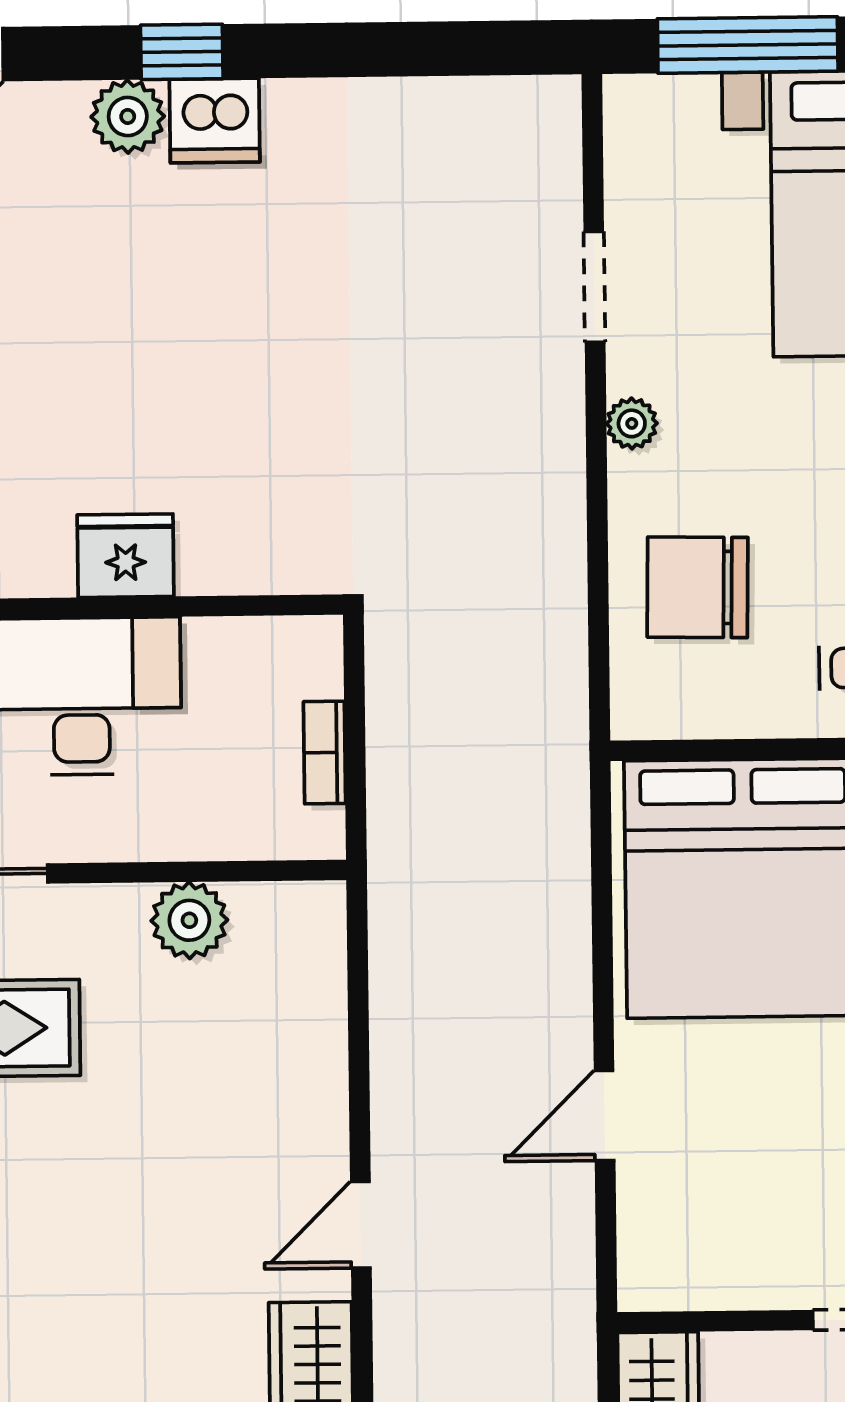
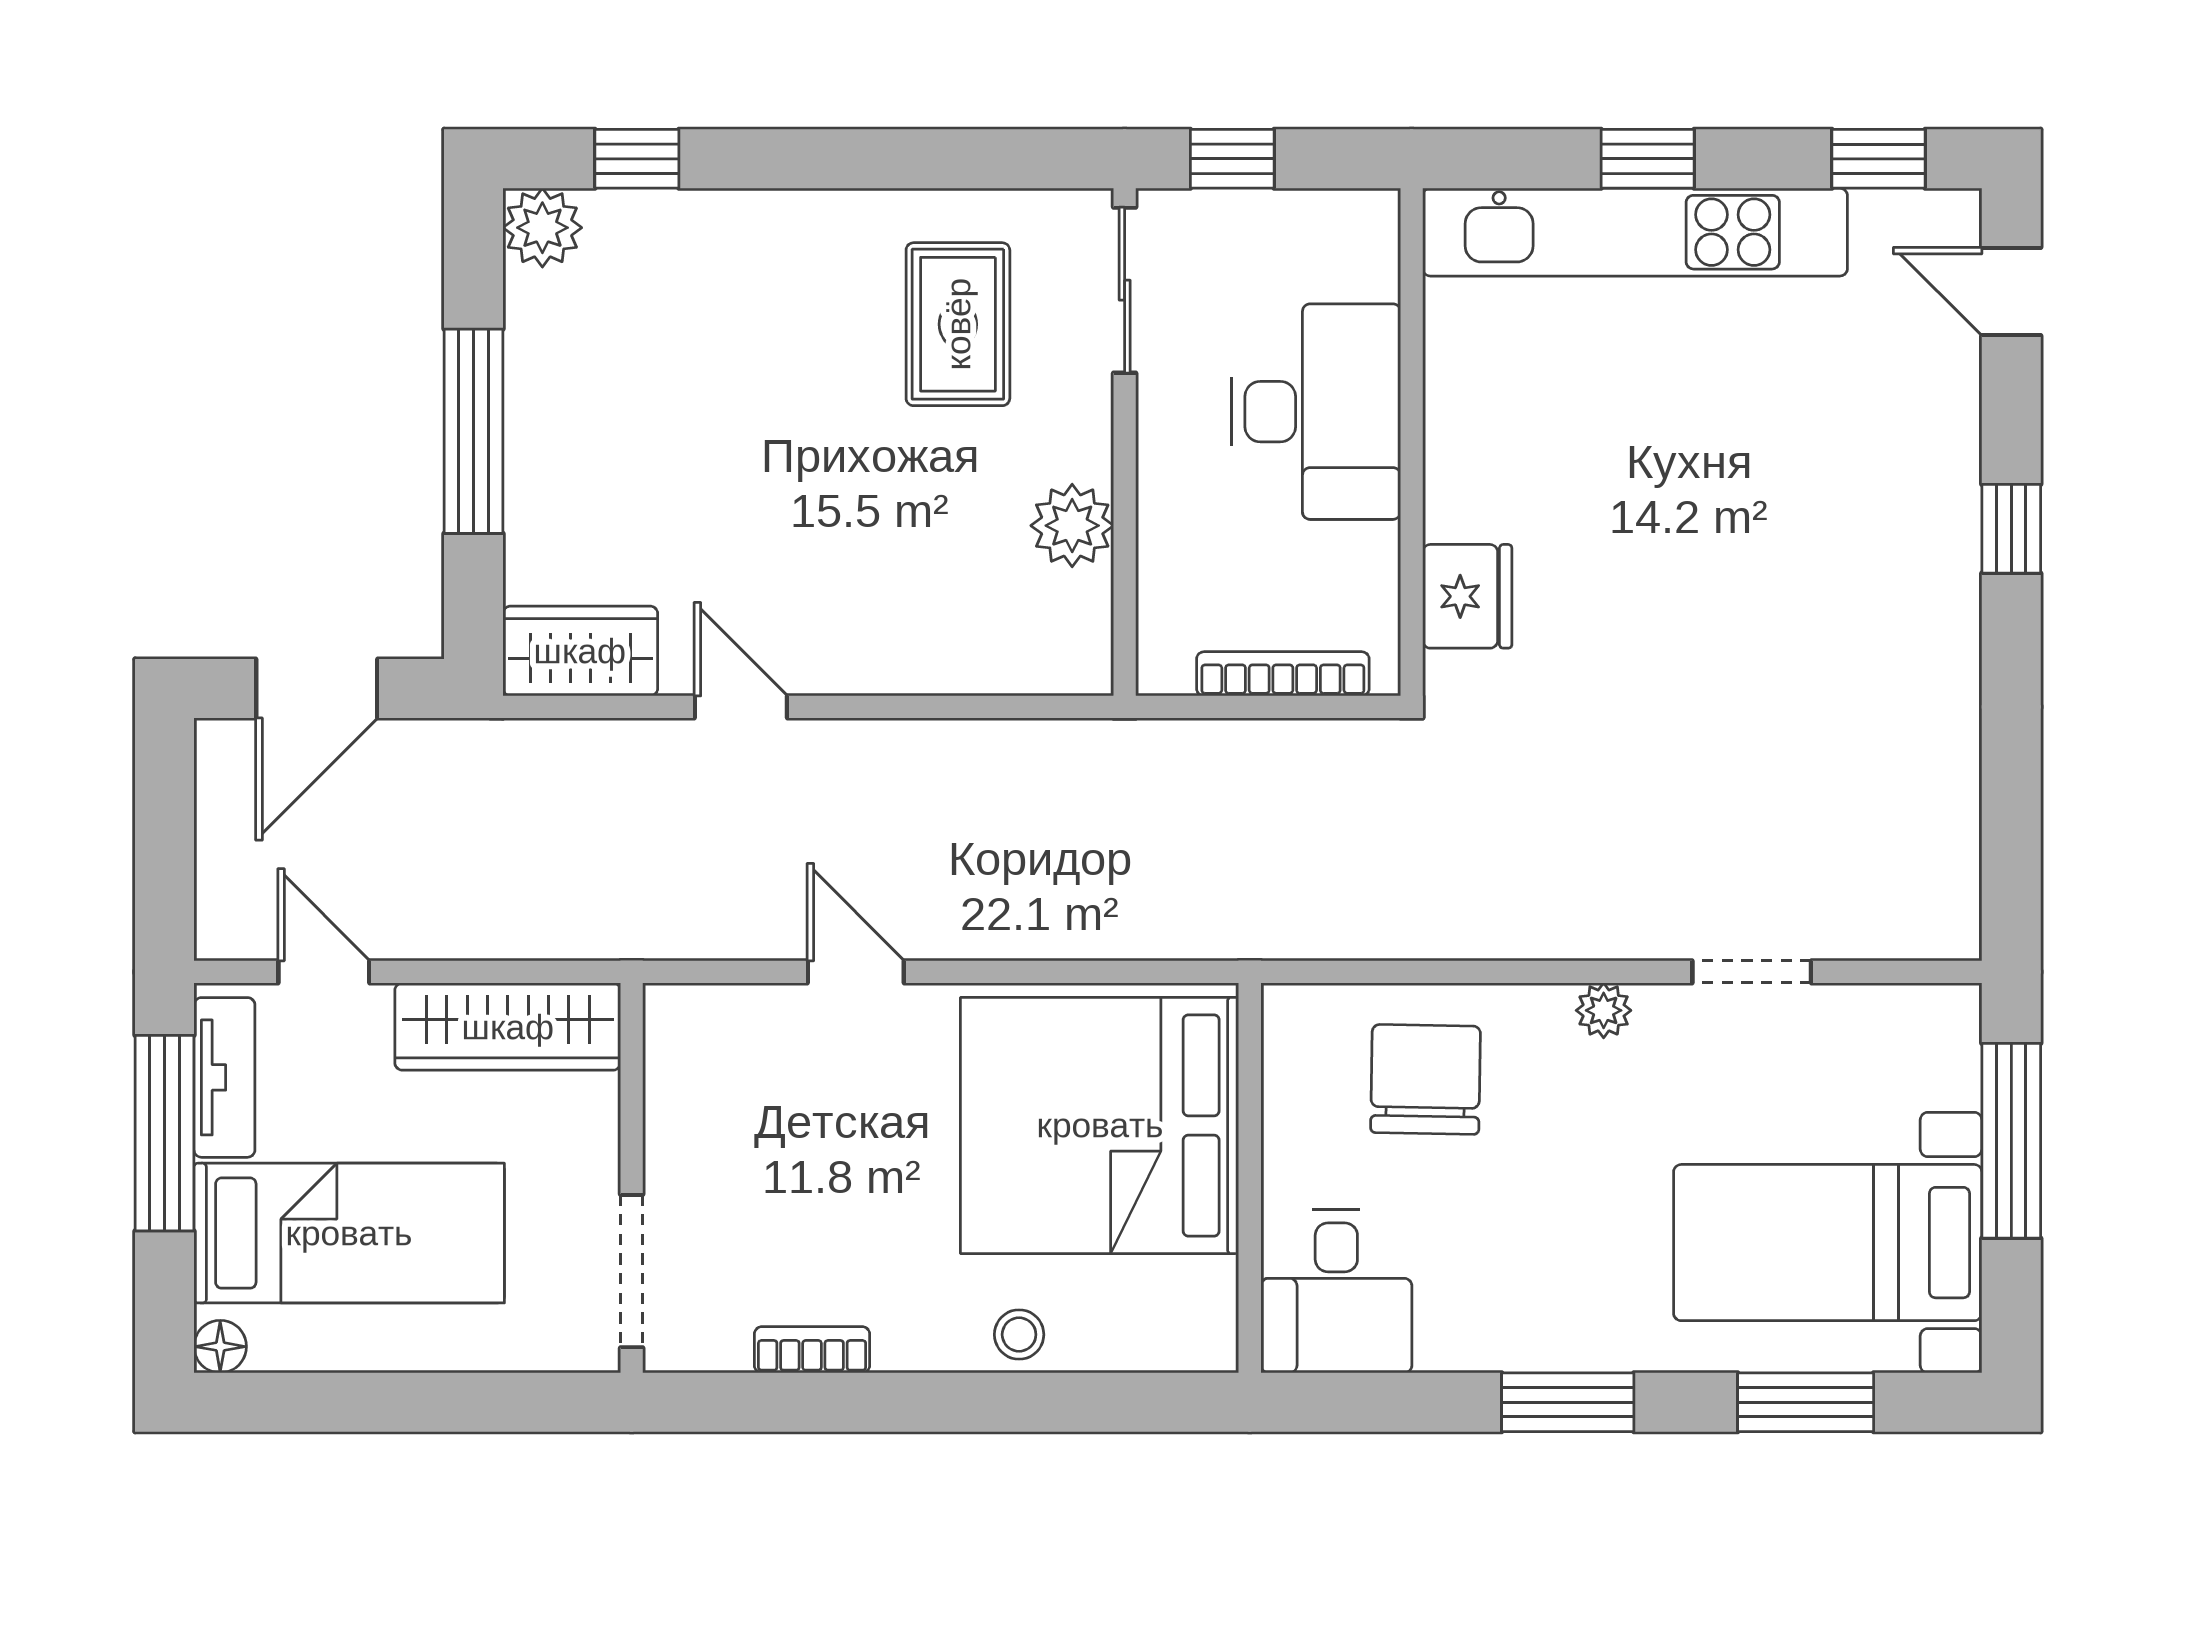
plant: (128, 116) -> (1942, 469), removed
dishwasher: (215, 121) -> (1937, 563), removed
fridge: (126, 556) -> (1467, 596), moved
bookcase: (324, 753) -> (1283, 674), width x1.56

